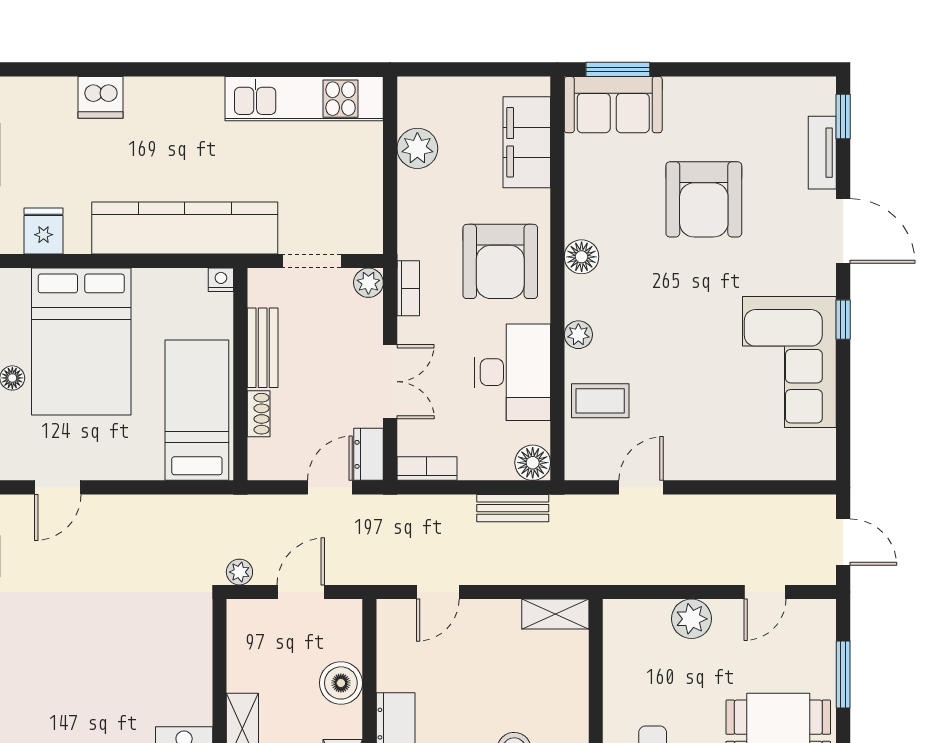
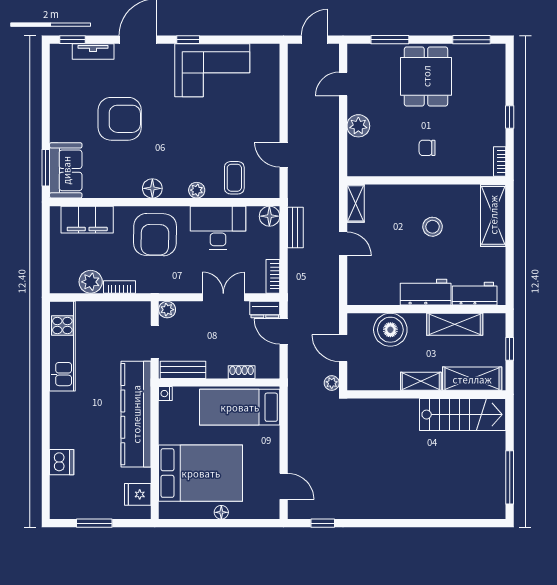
armchair: (500, 261) -> (155, 235), turned 91
bookcase: (408, 288) -> (119, 287), moved
bench: (263, 348) -> (183, 370), moved
door: (438, 592) -> (343, 244), moved
door: (765, 592) -> (343, 84), swing flipped
boiler: (341, 683) -> (390, 330), width x1.37, depth x1.37

